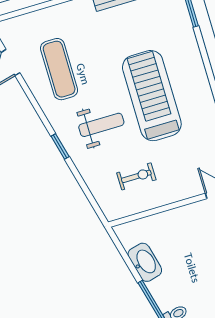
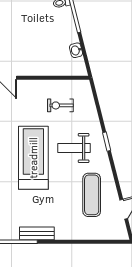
treadmill: (152, 96) -> (33, 158), turned 180
washbasin: (145, 262) -> (76, 50), width x0.52, depth x0.69

